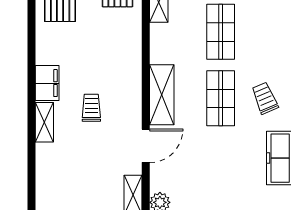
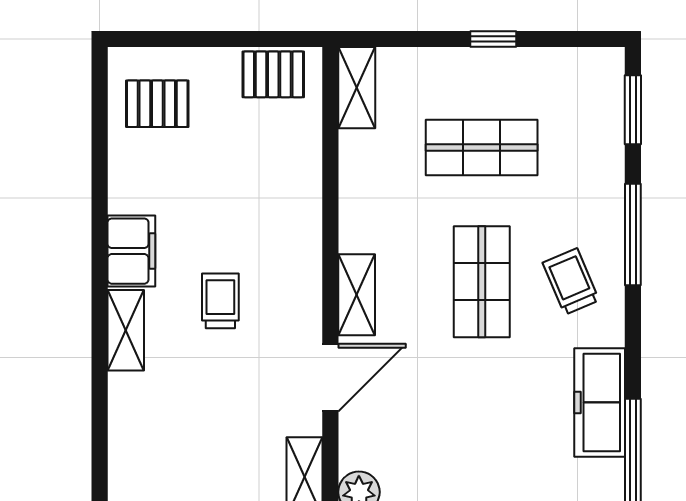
shop shelf: (221, 32) -> (482, 147), turned 90
shelving: (162, 95) -> (357, 295), width x0.67, depth x0.75

